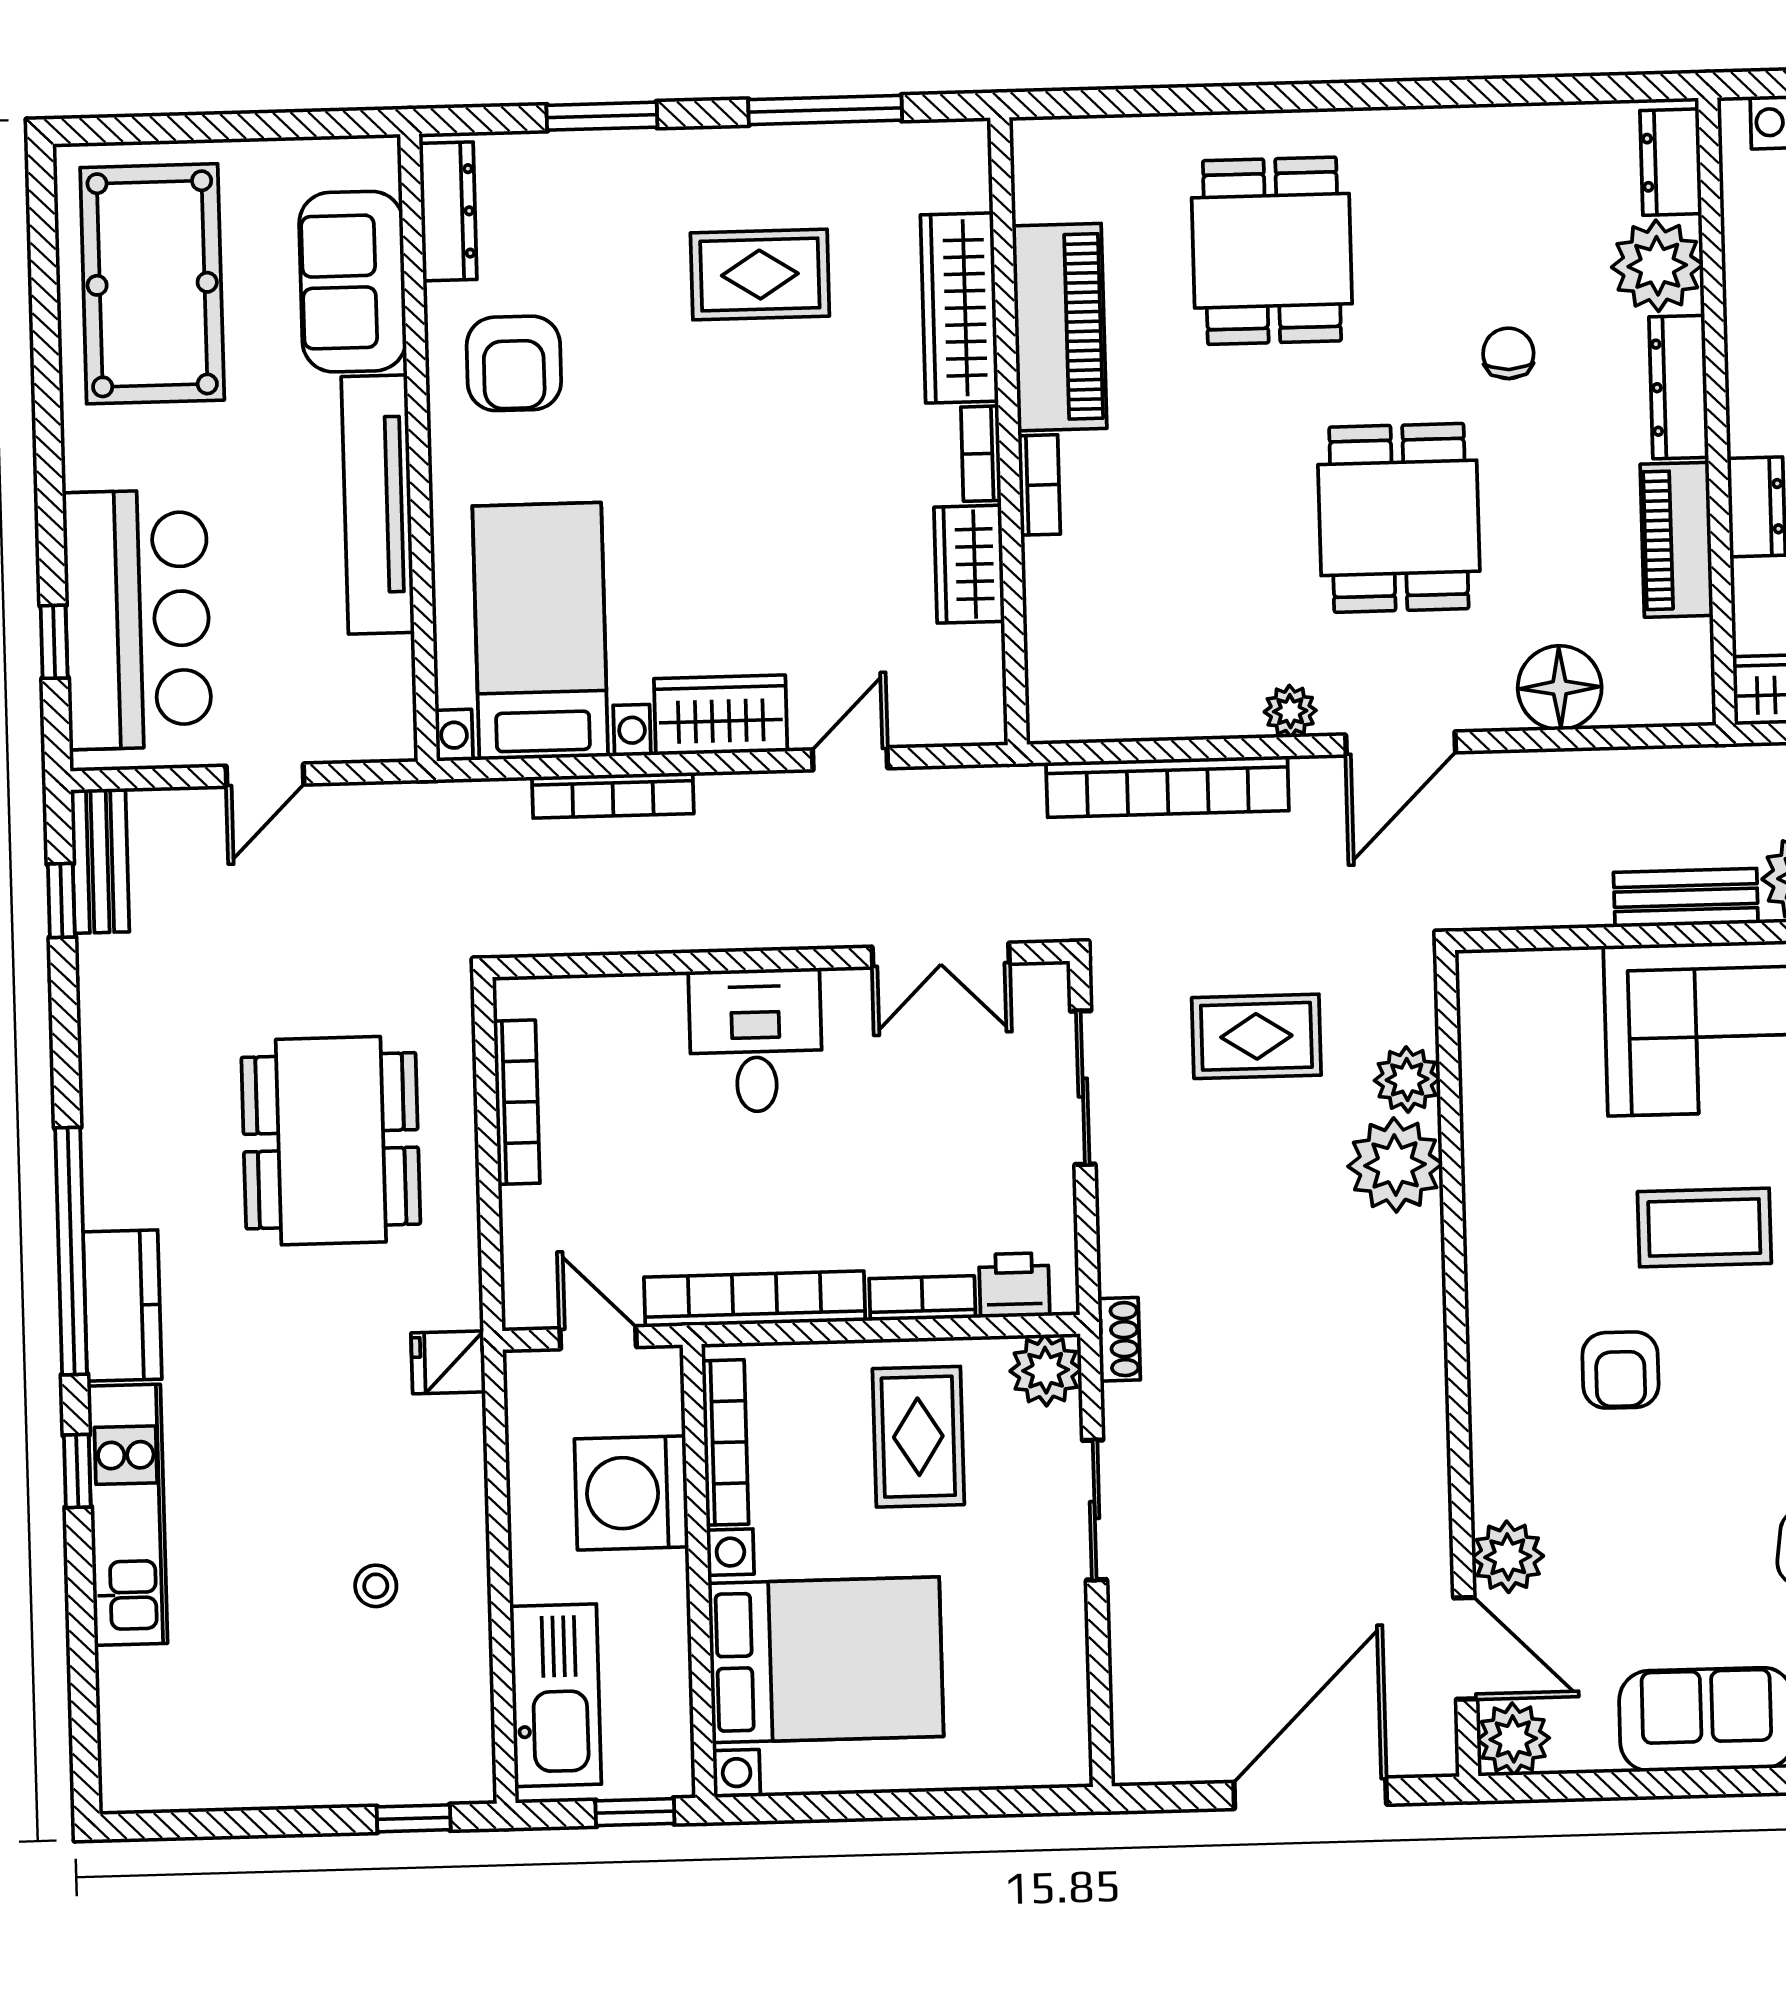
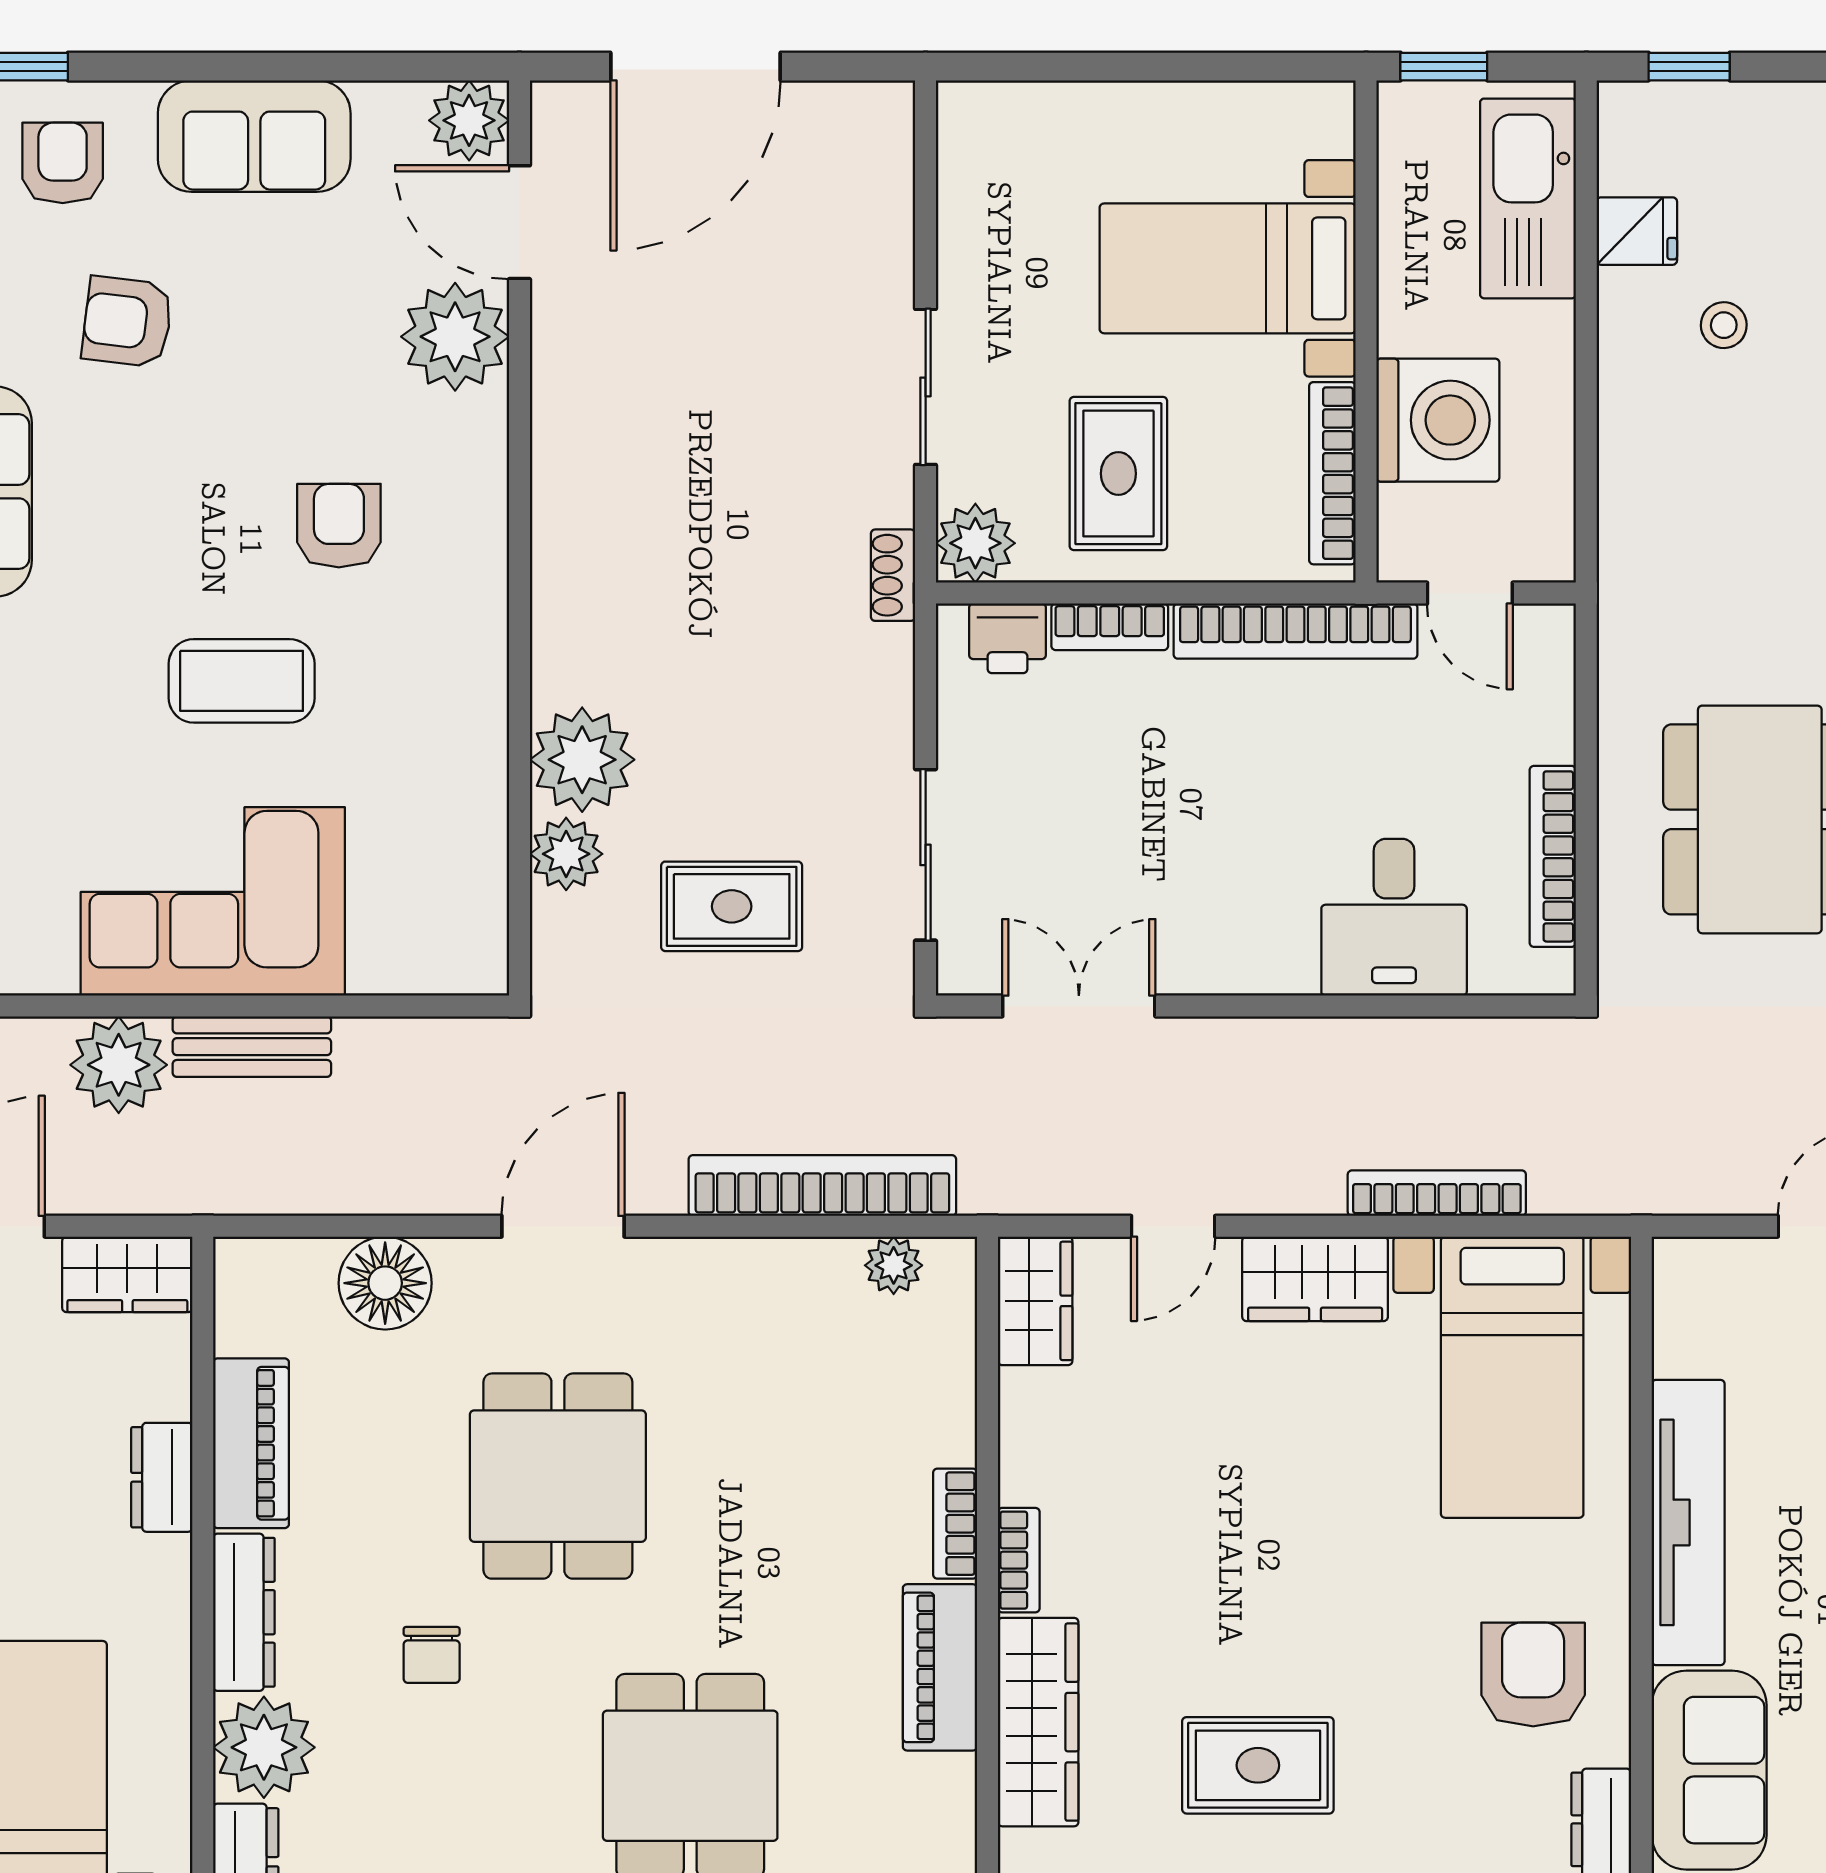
piano: (1060, 327) -> (940, 1667), width x0.73, depth x0.75
wardrobe: (969, 564) -> (1035, 1301), moved
plant: (1290, 711) -> (894, 1265), moved
desk: (756, 1040) -> (1394, 917), moved
fridge: (448, 1362) -> (1637, 231), moved
plant: (1508, 1557) -> (455, 337), width x1.36, depth x1.36
bed with nightstands: (826, 1660) -> (1228, 268), width x0.73

